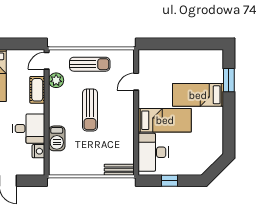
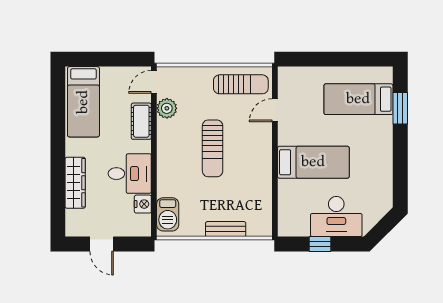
sun lounger: (90, 64) -> (241, 84), moved
bed: (198, 95) -> (358, 99), moved
barbecue: (57, 138) -> (168, 214), moved
desk: (153, 152) -> (336, 217), moved, turned -90
bench: (119, 170) -> (226, 229), moved

